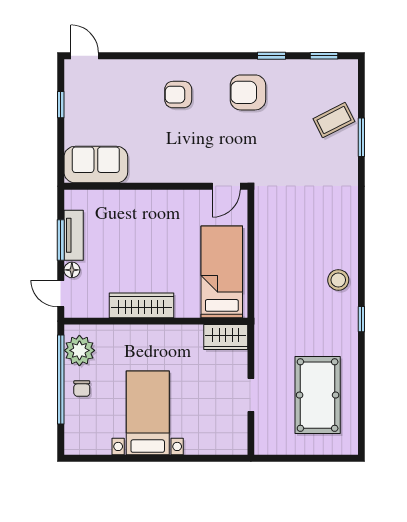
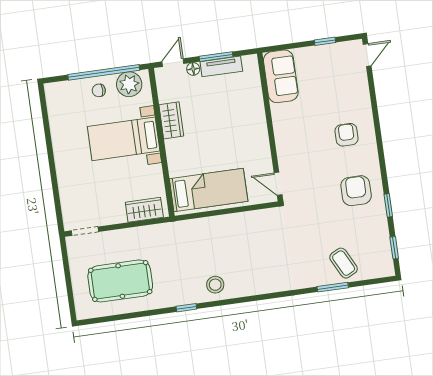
wardrobe: (141, 305) -> (171, 120), width x0.67
wardrobe: (226, 337) -> (144, 210), moved, turned 90
doorway: (251, 395) -> (85, 231), moved
bed with nightstands: (148, 413) -> (124, 139), moved, turned 180

